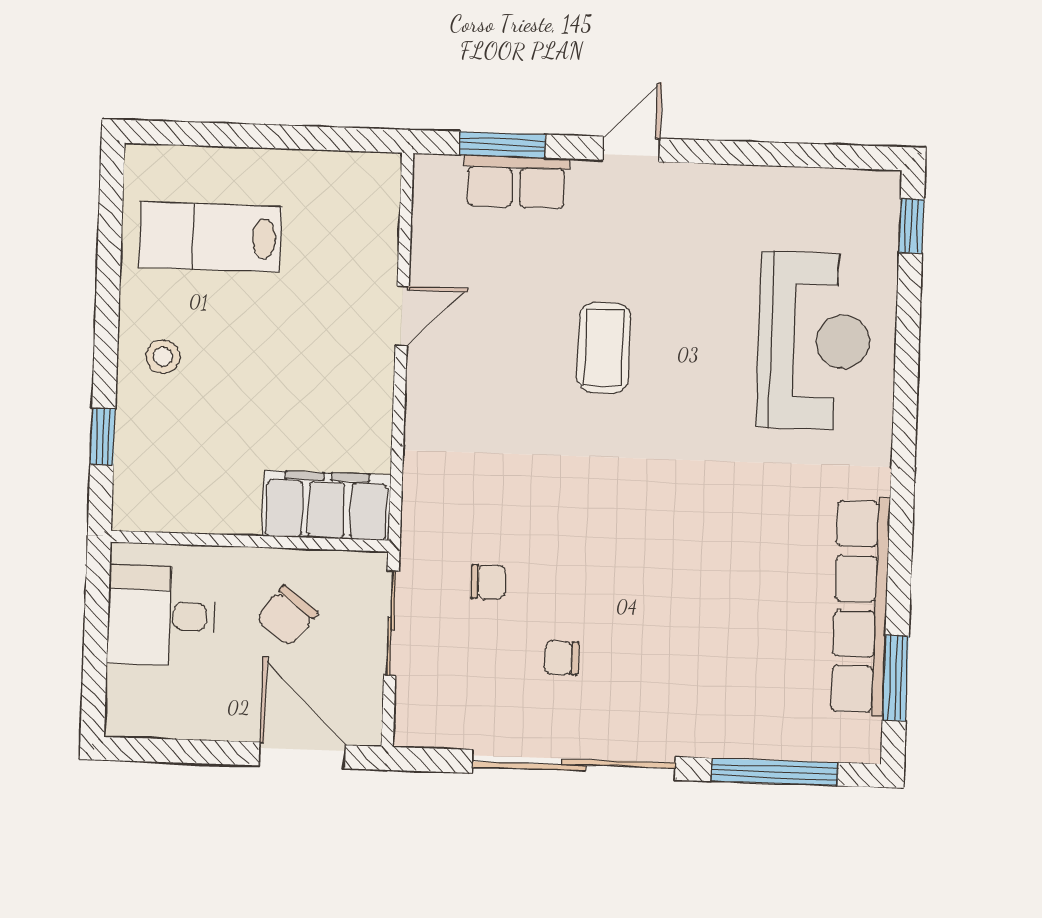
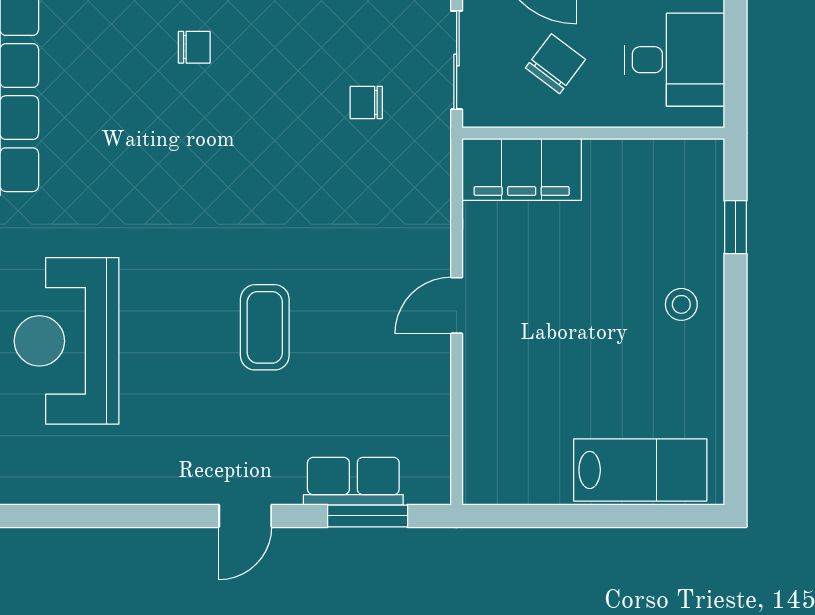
lab bench: (210, 237) -> (640, 470), moved
door: (402, 316) -> (457, 305), moved
chair: (562, 658) -> (194, 47), moved

